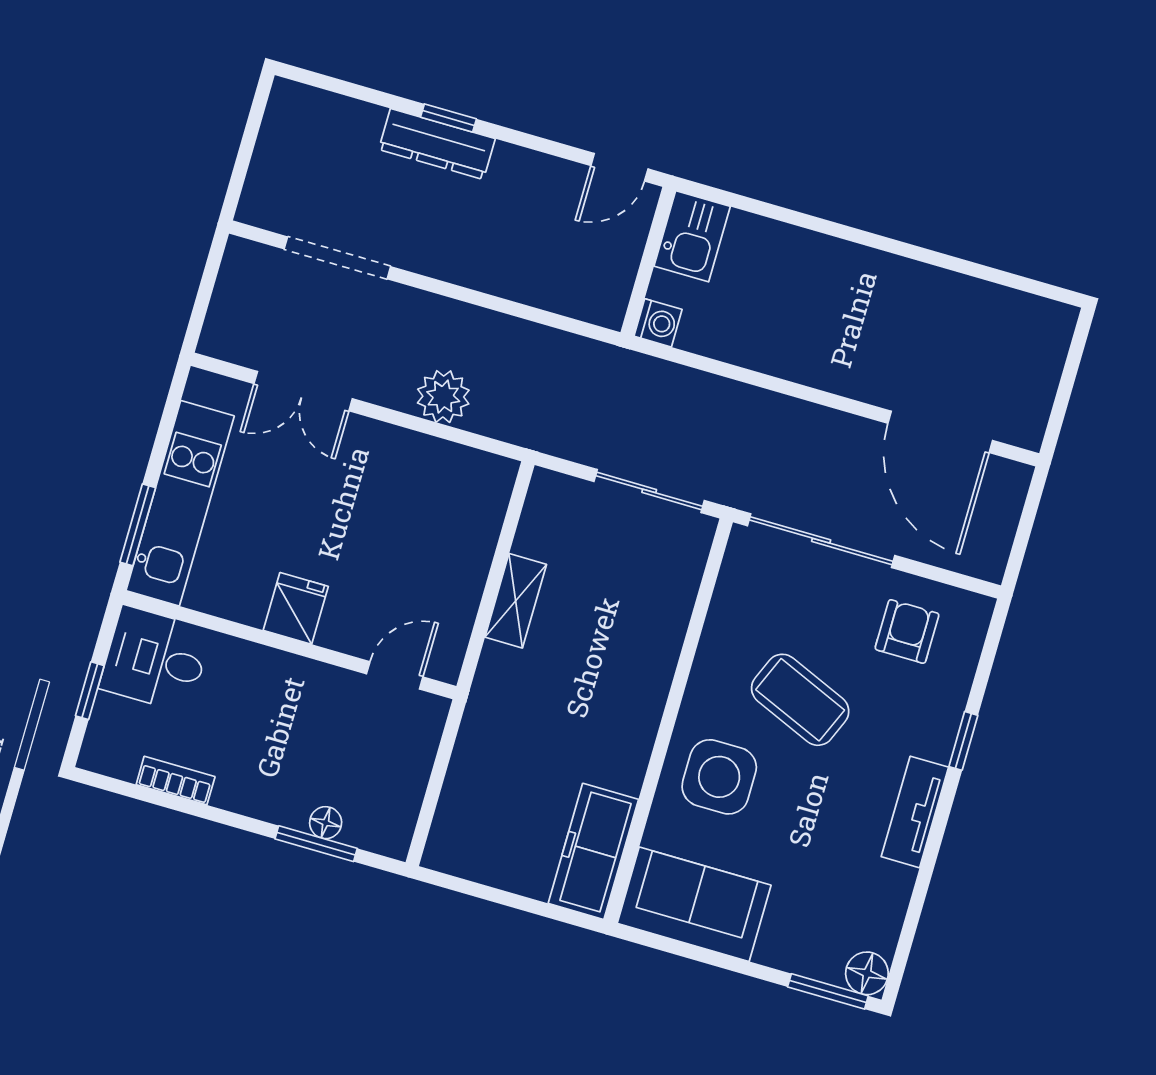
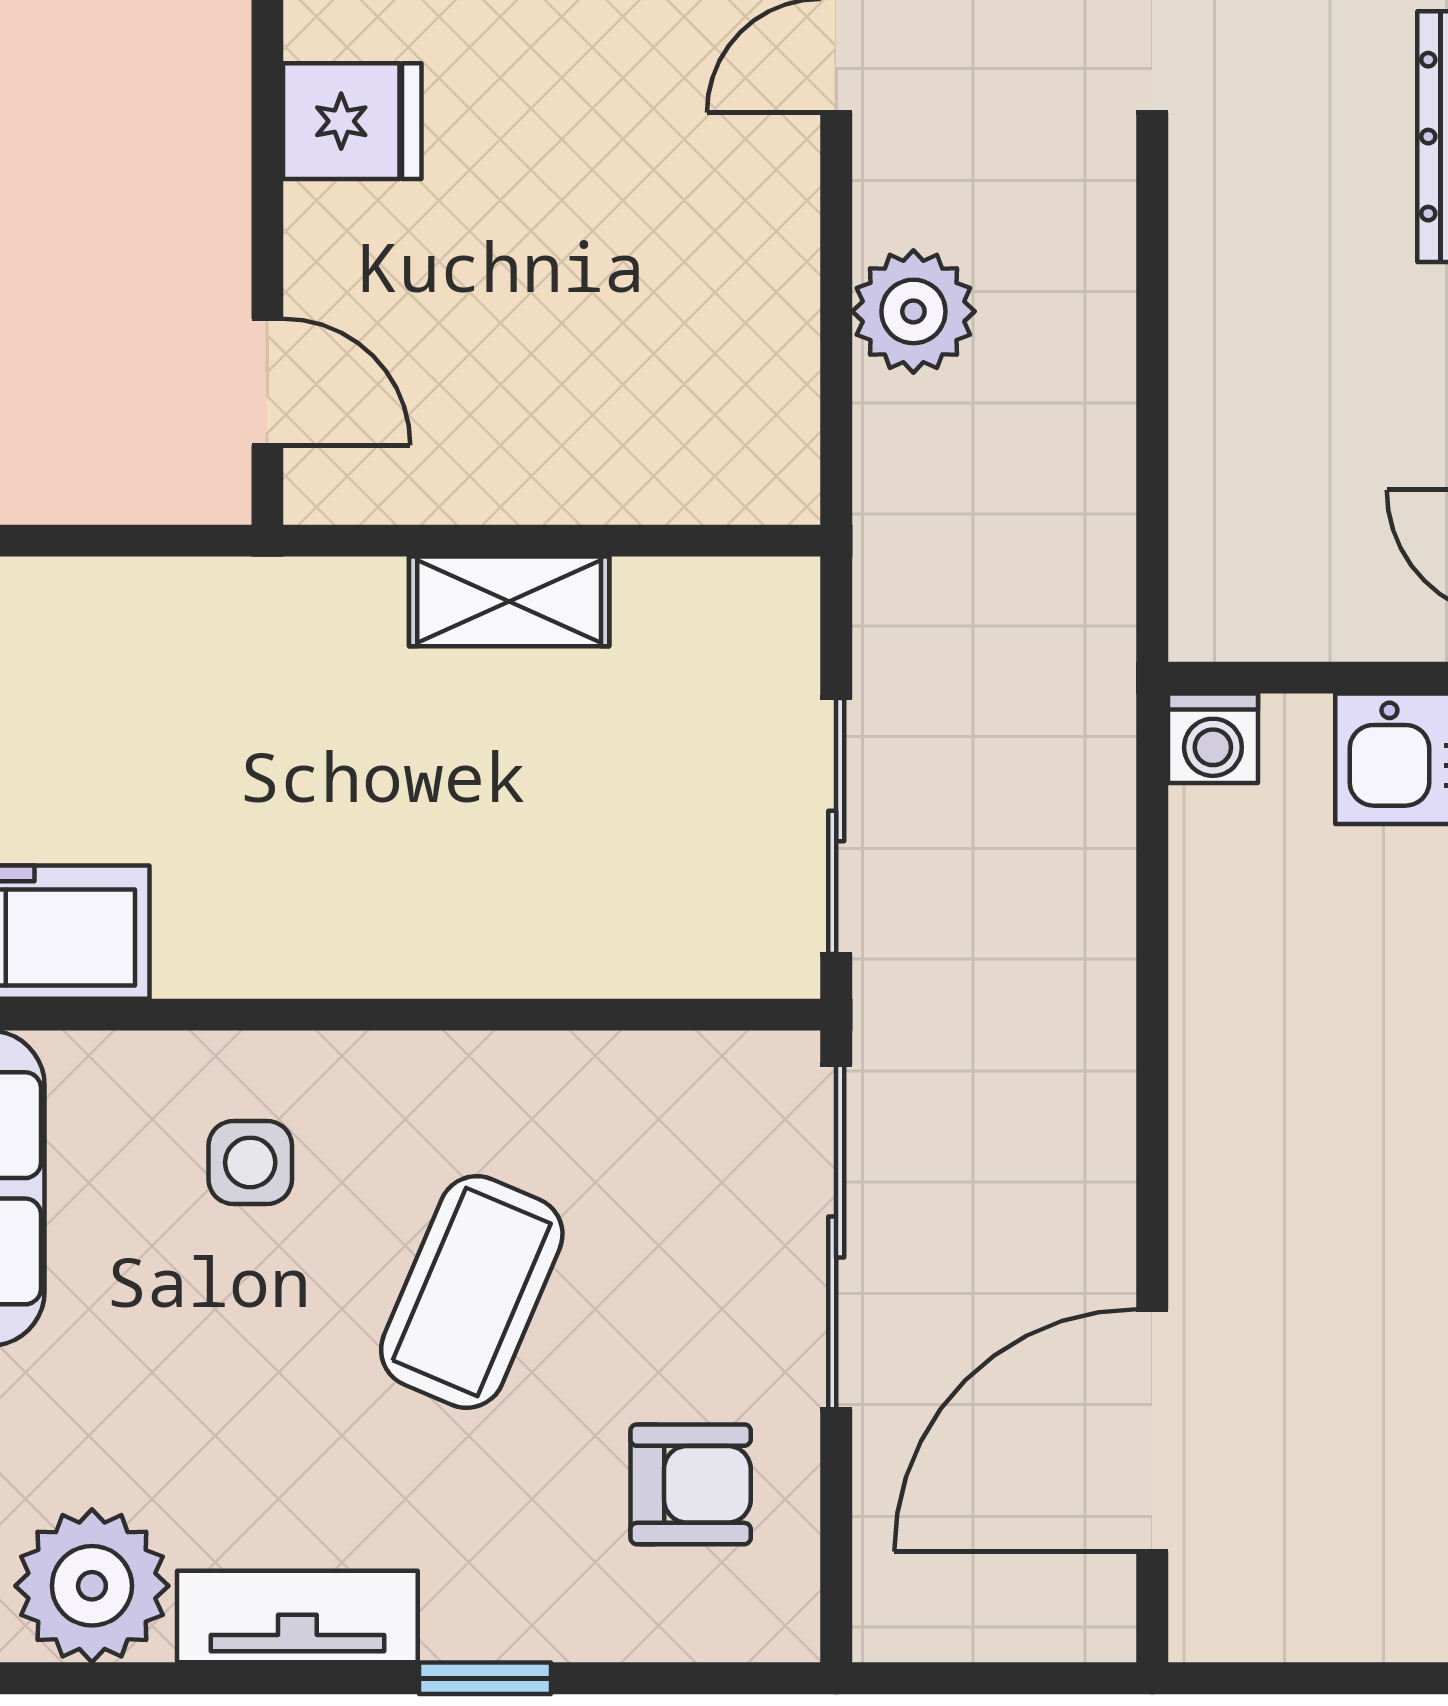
side table: (719, 777) -> (250, 1162), width x0.54, depth x0.54
plant: (877, 894) -> (92, 1586), added

